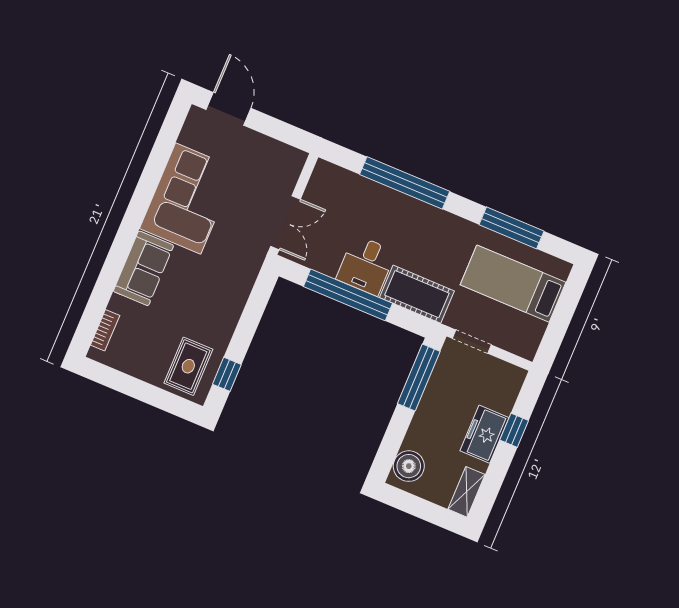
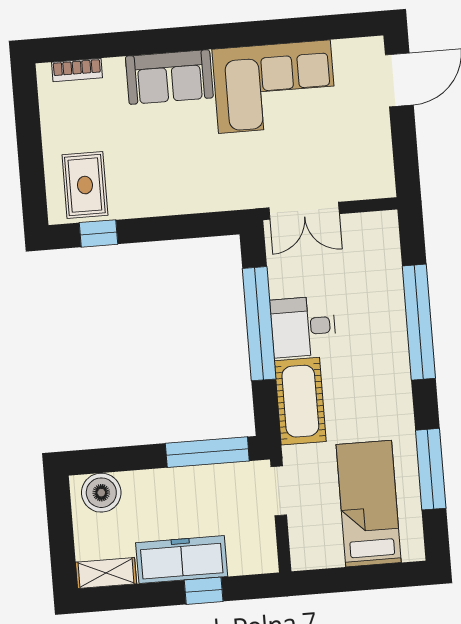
rug: (188, 366) -> (85, 185), turned 90
freezer: (484, 434) -> (182, 560), width x1.40

